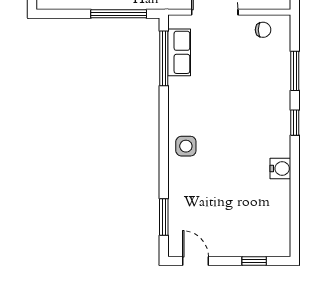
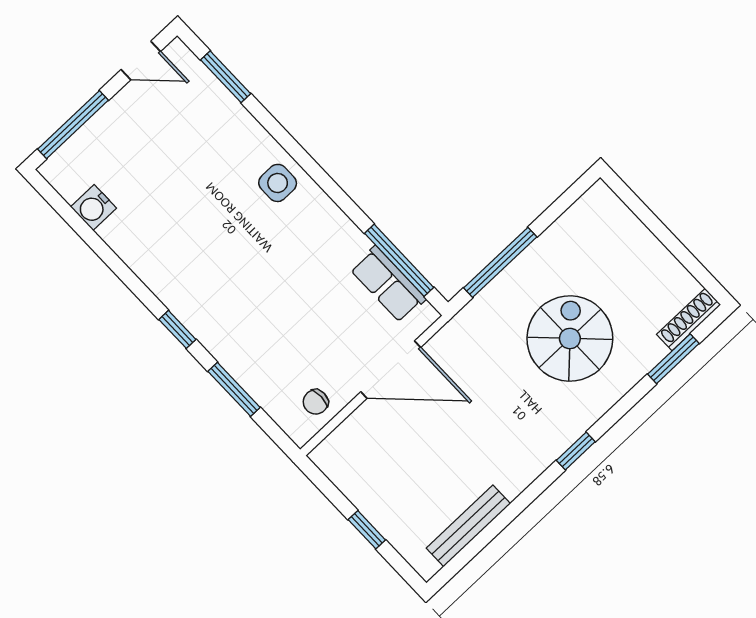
water cooler: (280, 169) -> (94, 207), moved
window: (254, 261) -> (73, 125), width x2.17

